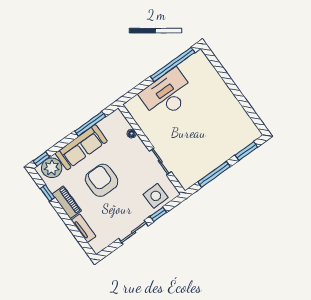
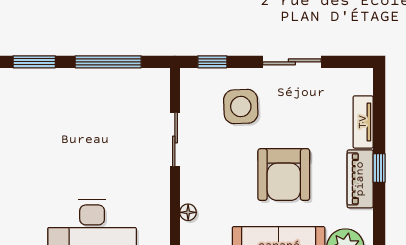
window: (47, 193) -> (379, 168), moved
side table: (156, 196) -> (241, 107), moved
window: (158, 214) -> (212, 62), moved

